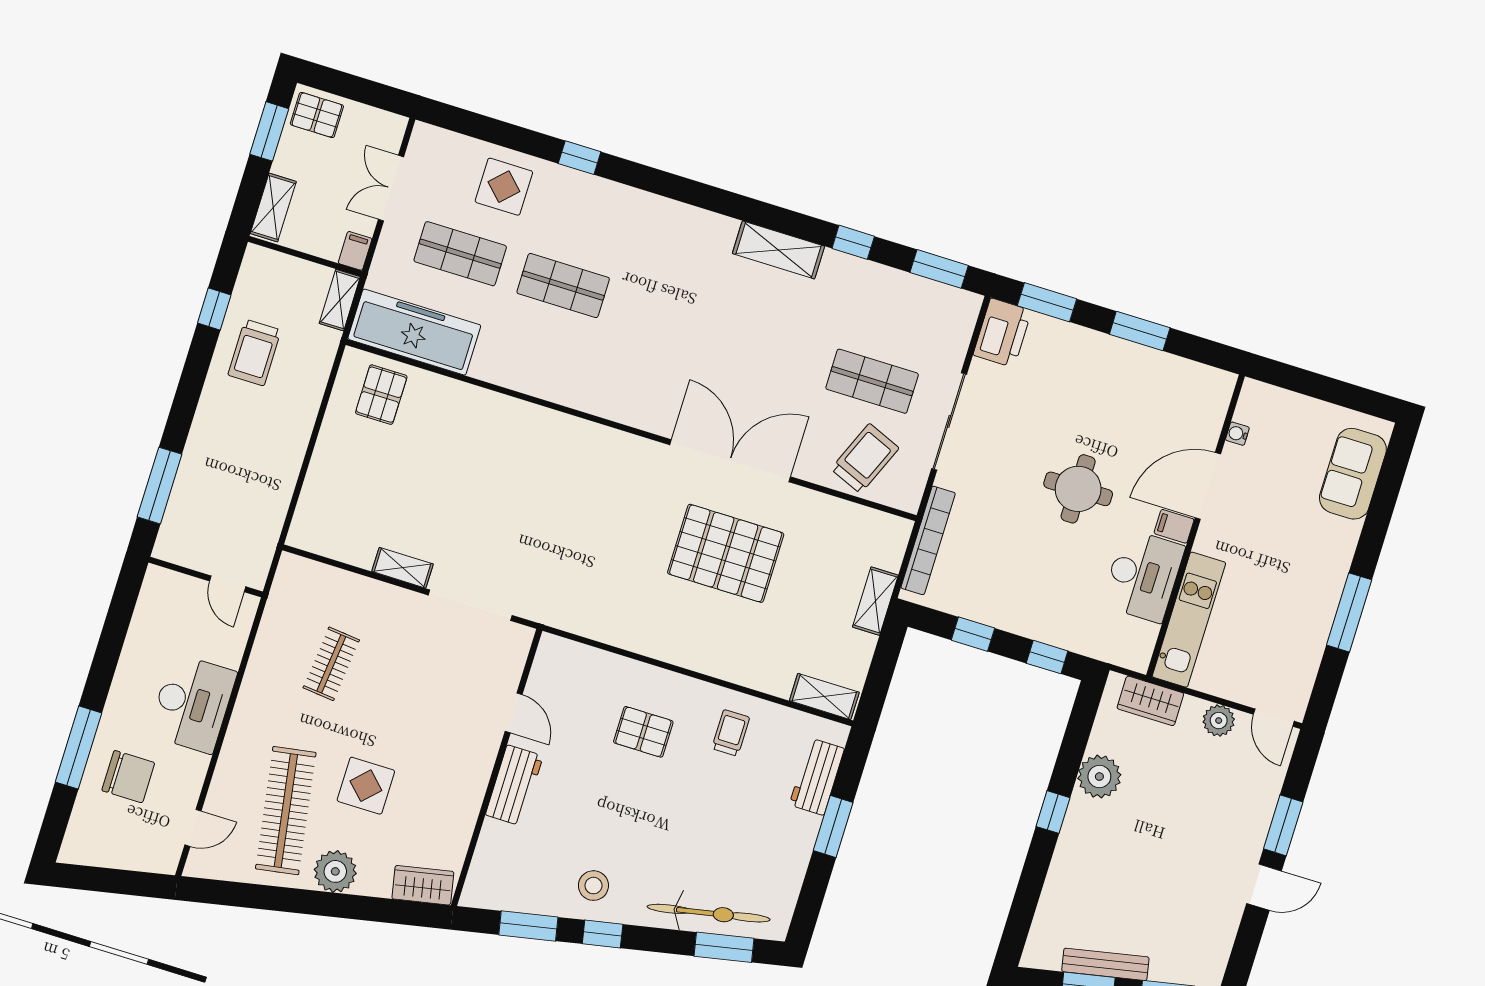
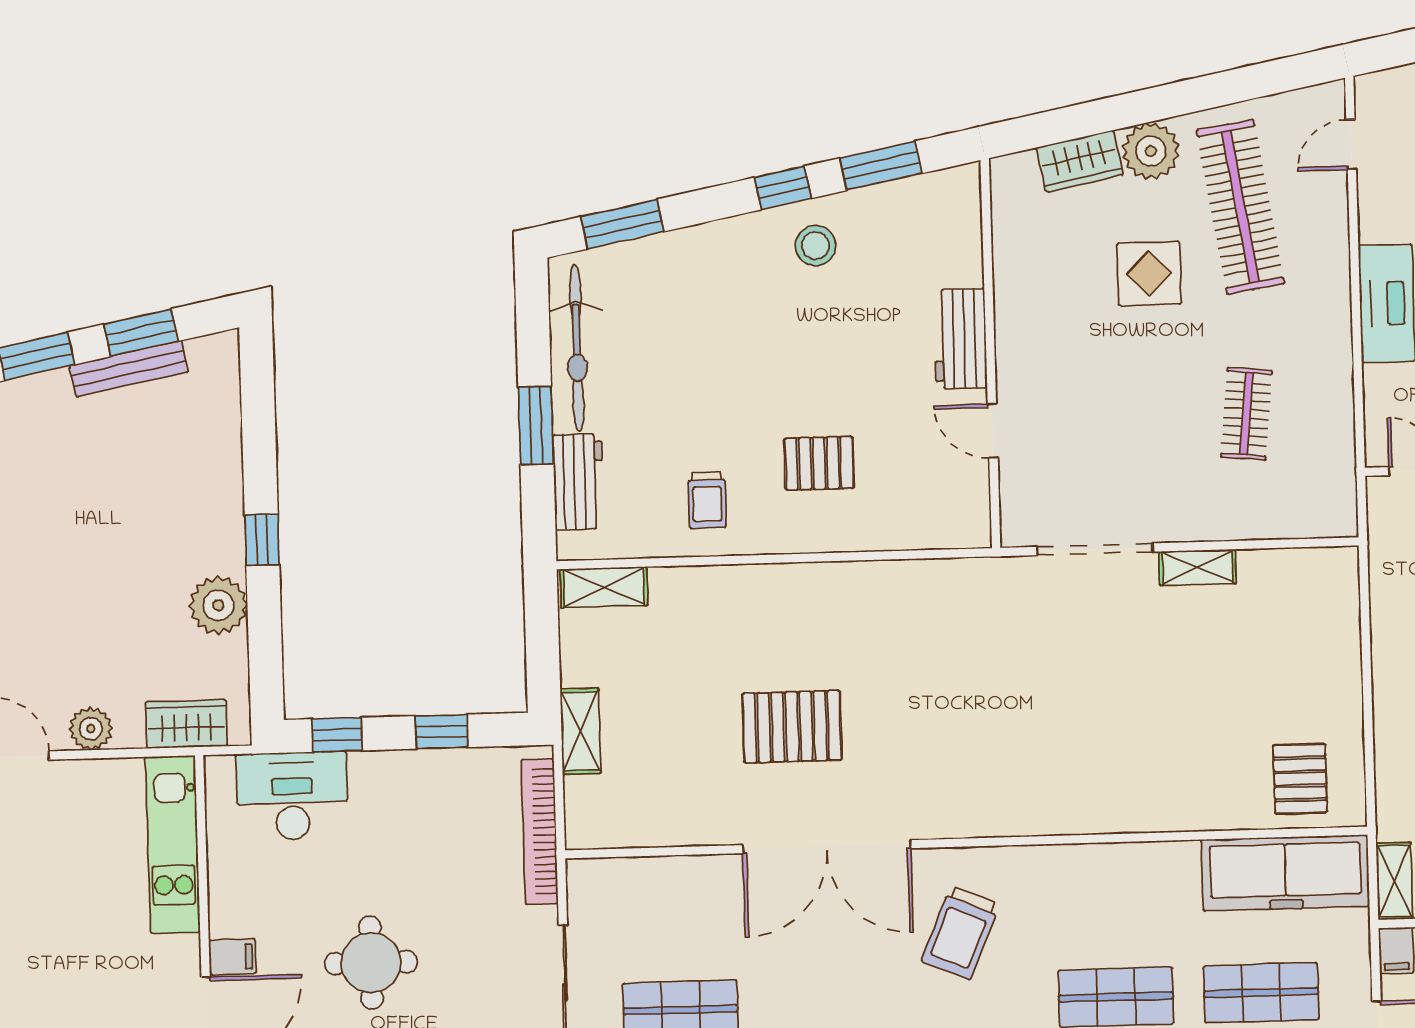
trolley: (865, 458) -> (960, 933), moved
pallet: (726, 553) -> (792, 727), width x0.73, depth x0.71
desk: (1143, 576) -> (292, 796), moved, turned 90
wardrobe: (423, 885) -> (1080, 161), moved
bicycle: (709, 913) -> (577, 348), moved, turned -79

